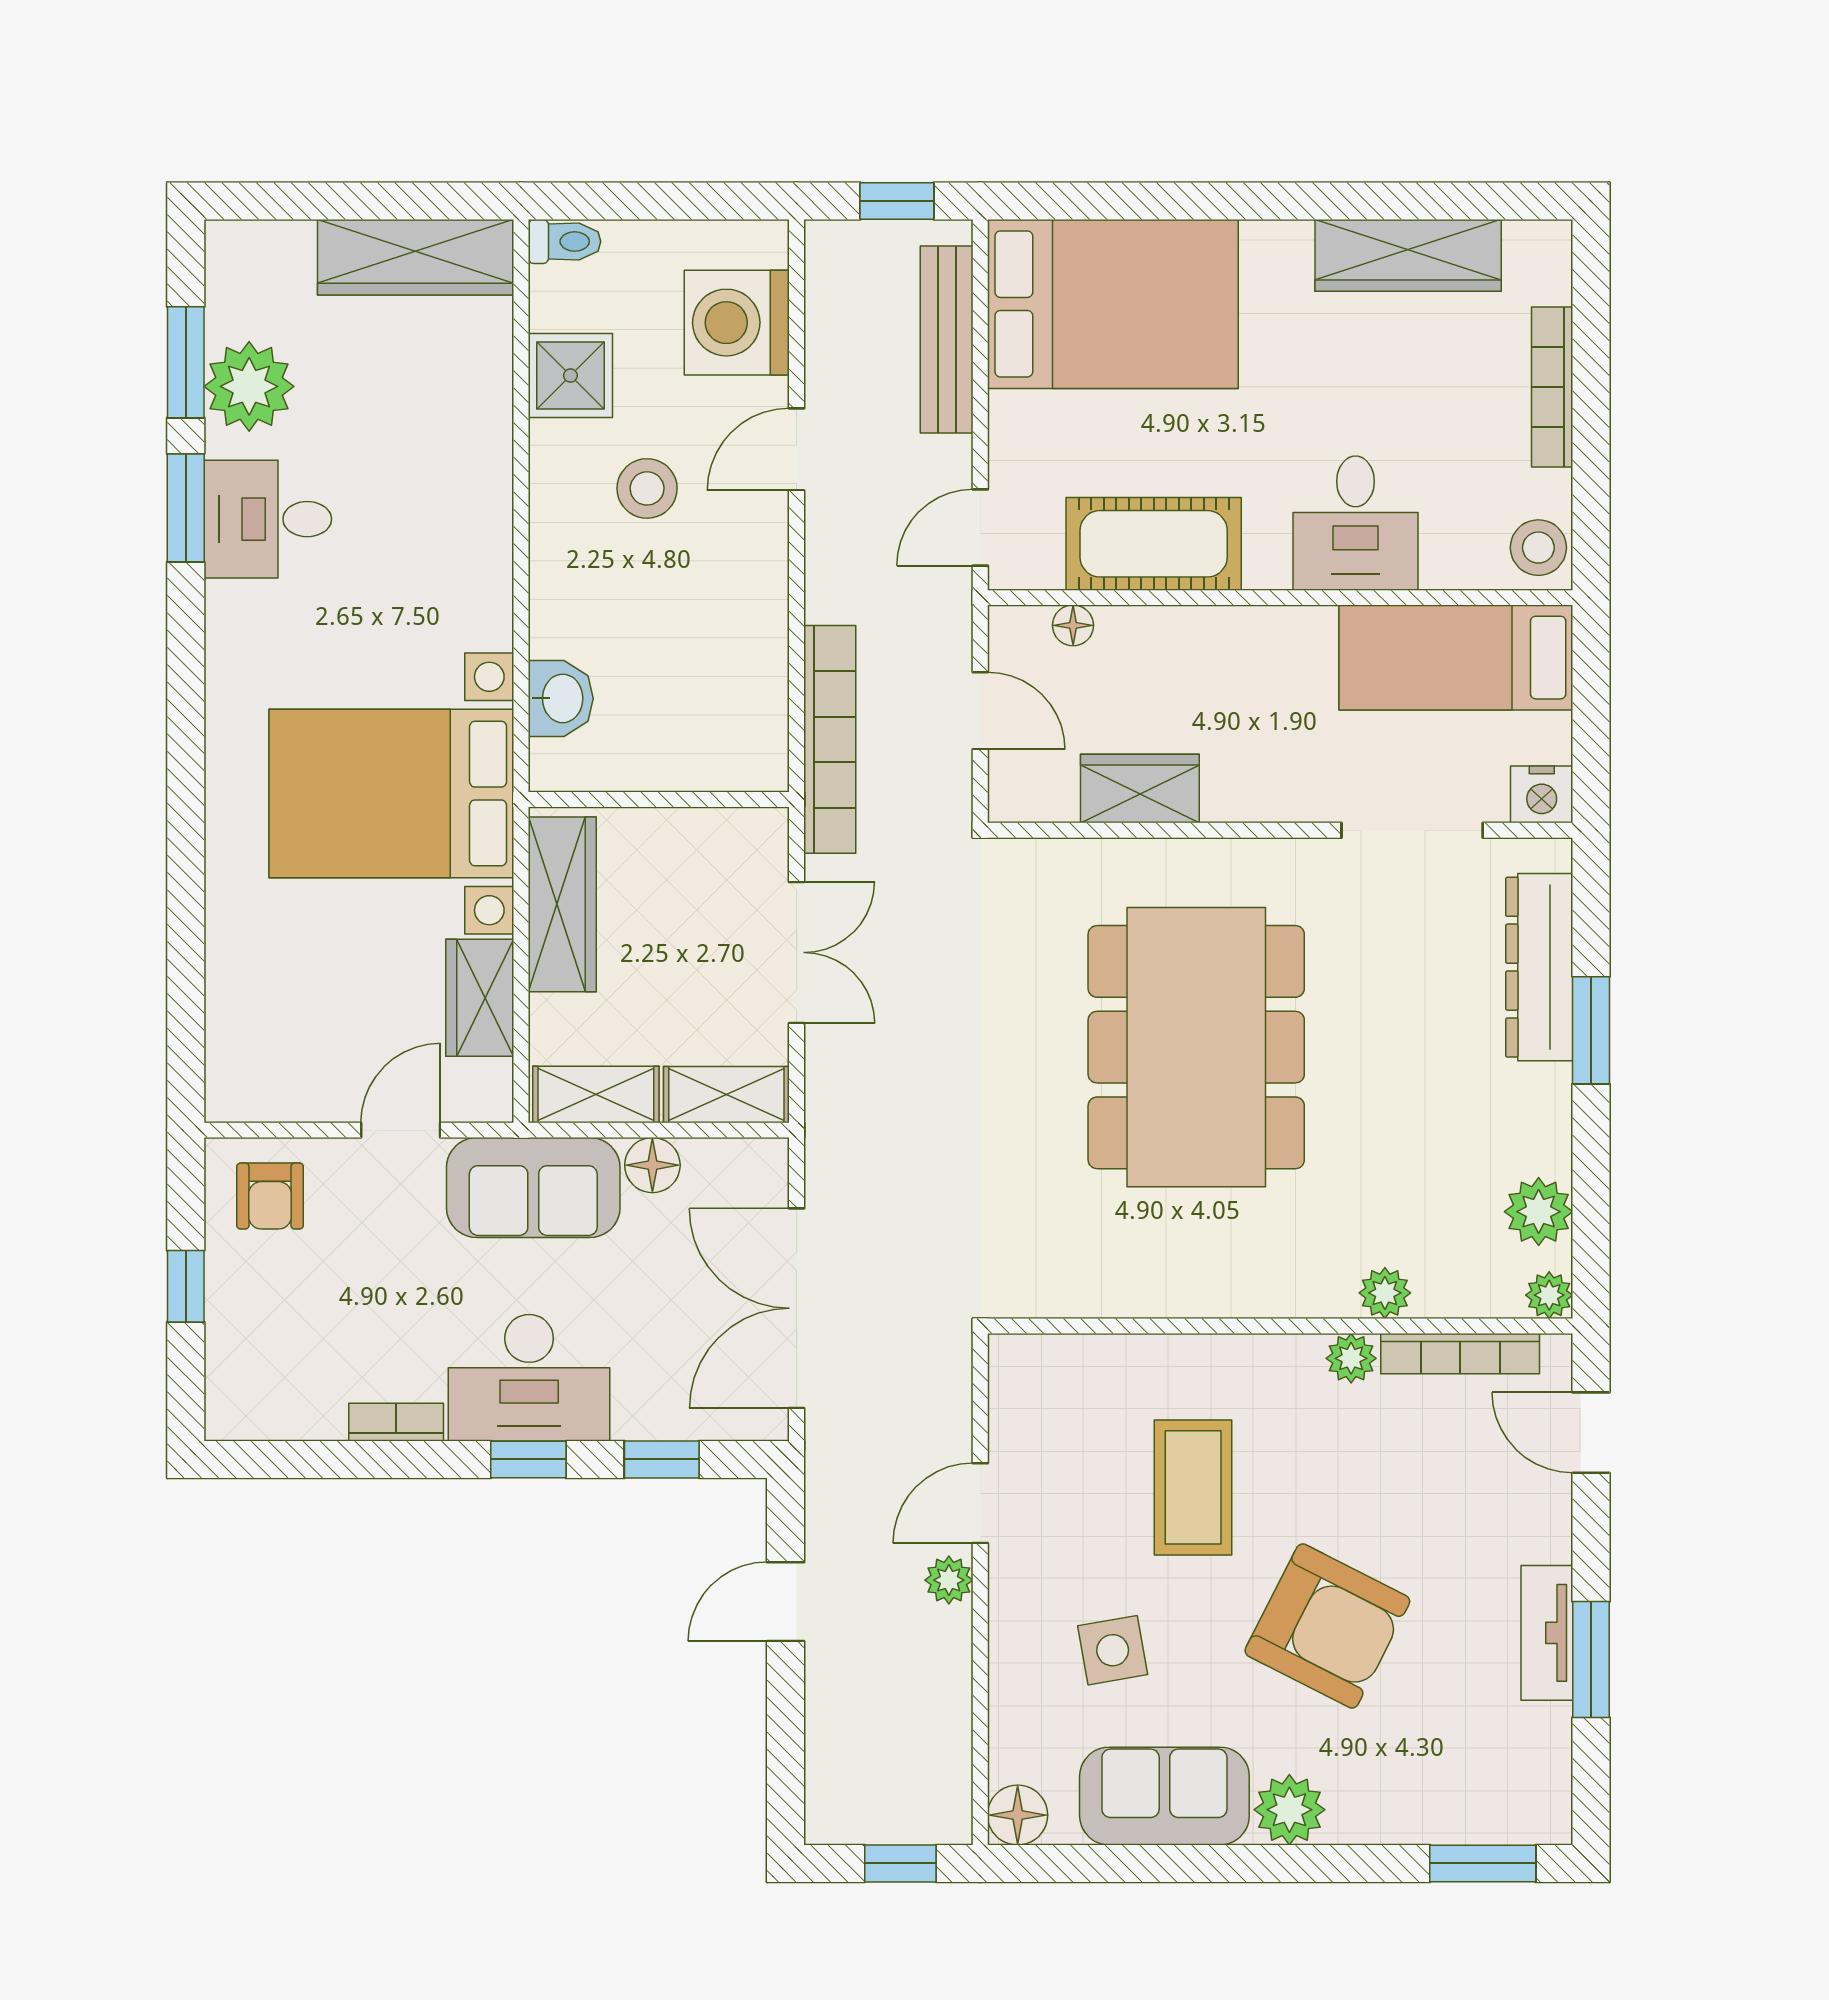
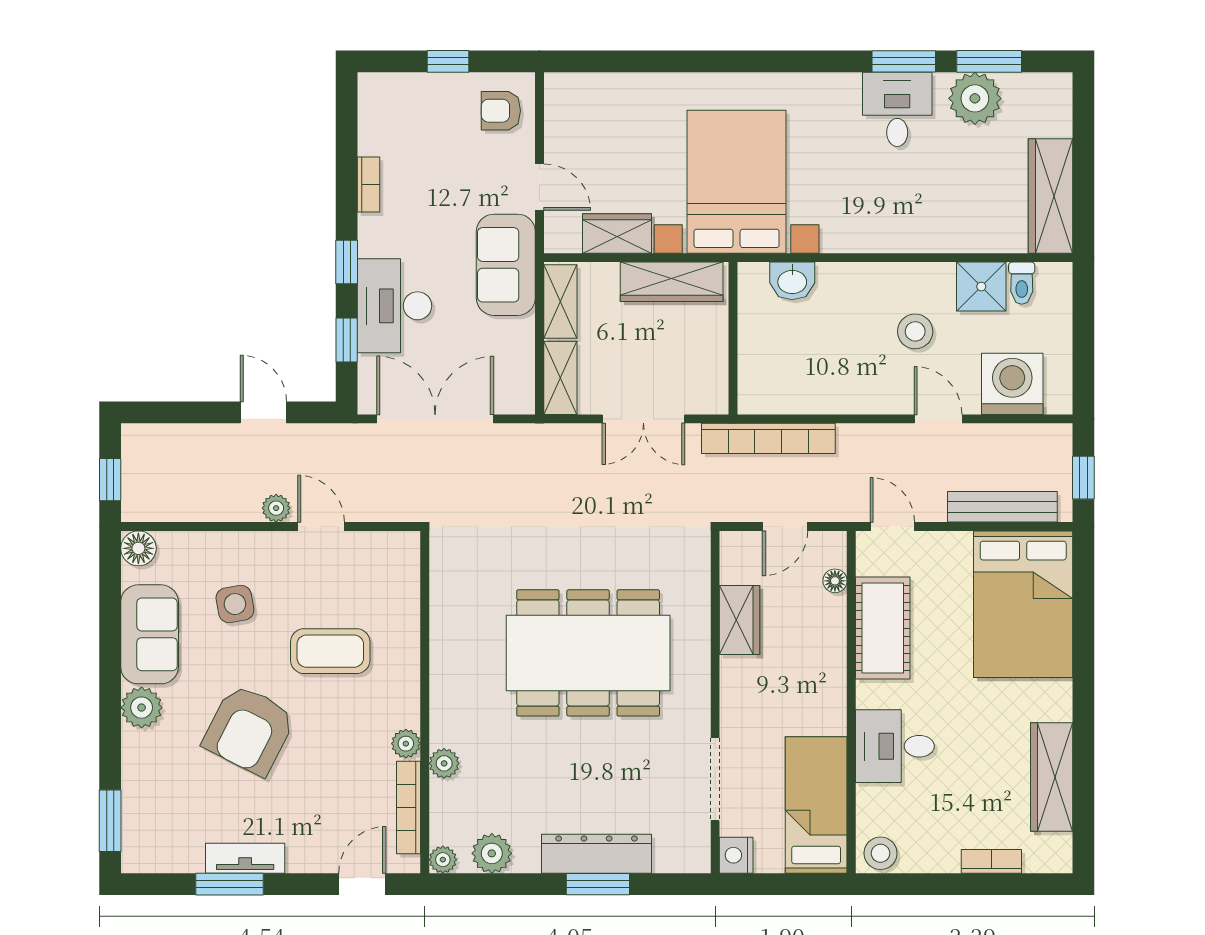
toilet: (565, 241) -> (1022, 283), moved
bookcase: (1552, 387) -> (991, 861), width x0.64
dresser: (1539, 967) -> (597, 854), moved
floor lamp: (652, 1165) -> (519, 335), removed
desk: (529, 1378) -> (394, 306), moved

